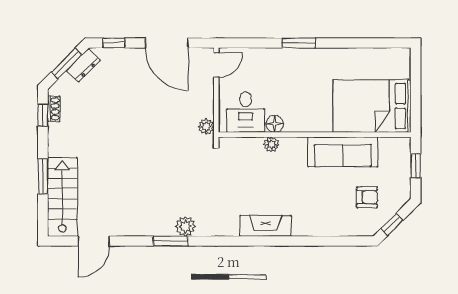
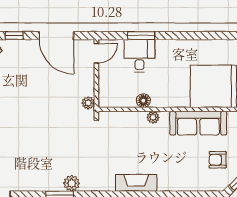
window: (299, 43) -> (141, 36), moved
desk: (246, 112) -> (139, 56), moved, turned 180
plant: (271, 144) -> (153, 117), moved
armchair: (367, 197) -> (218, 160), turned 180

